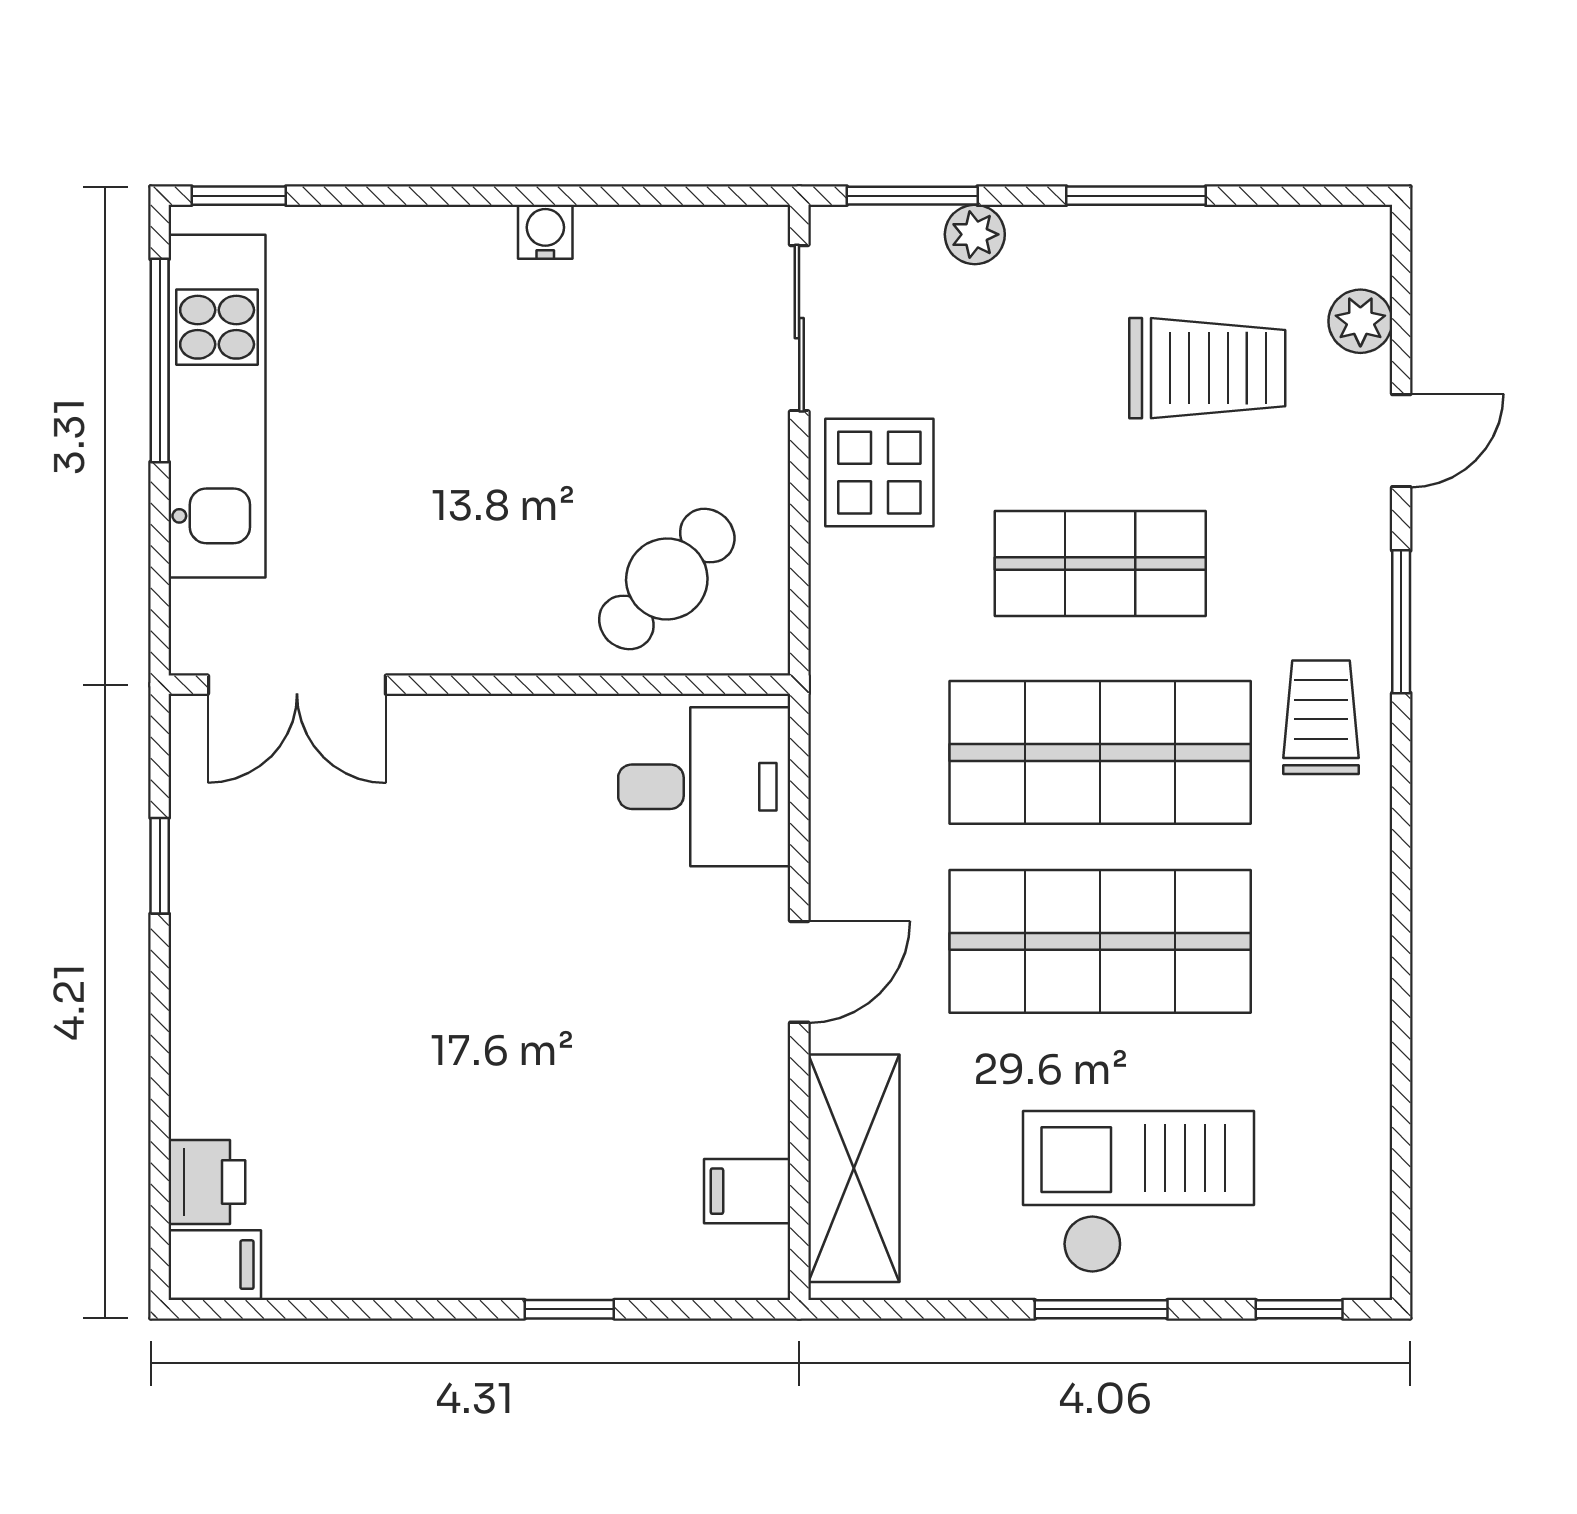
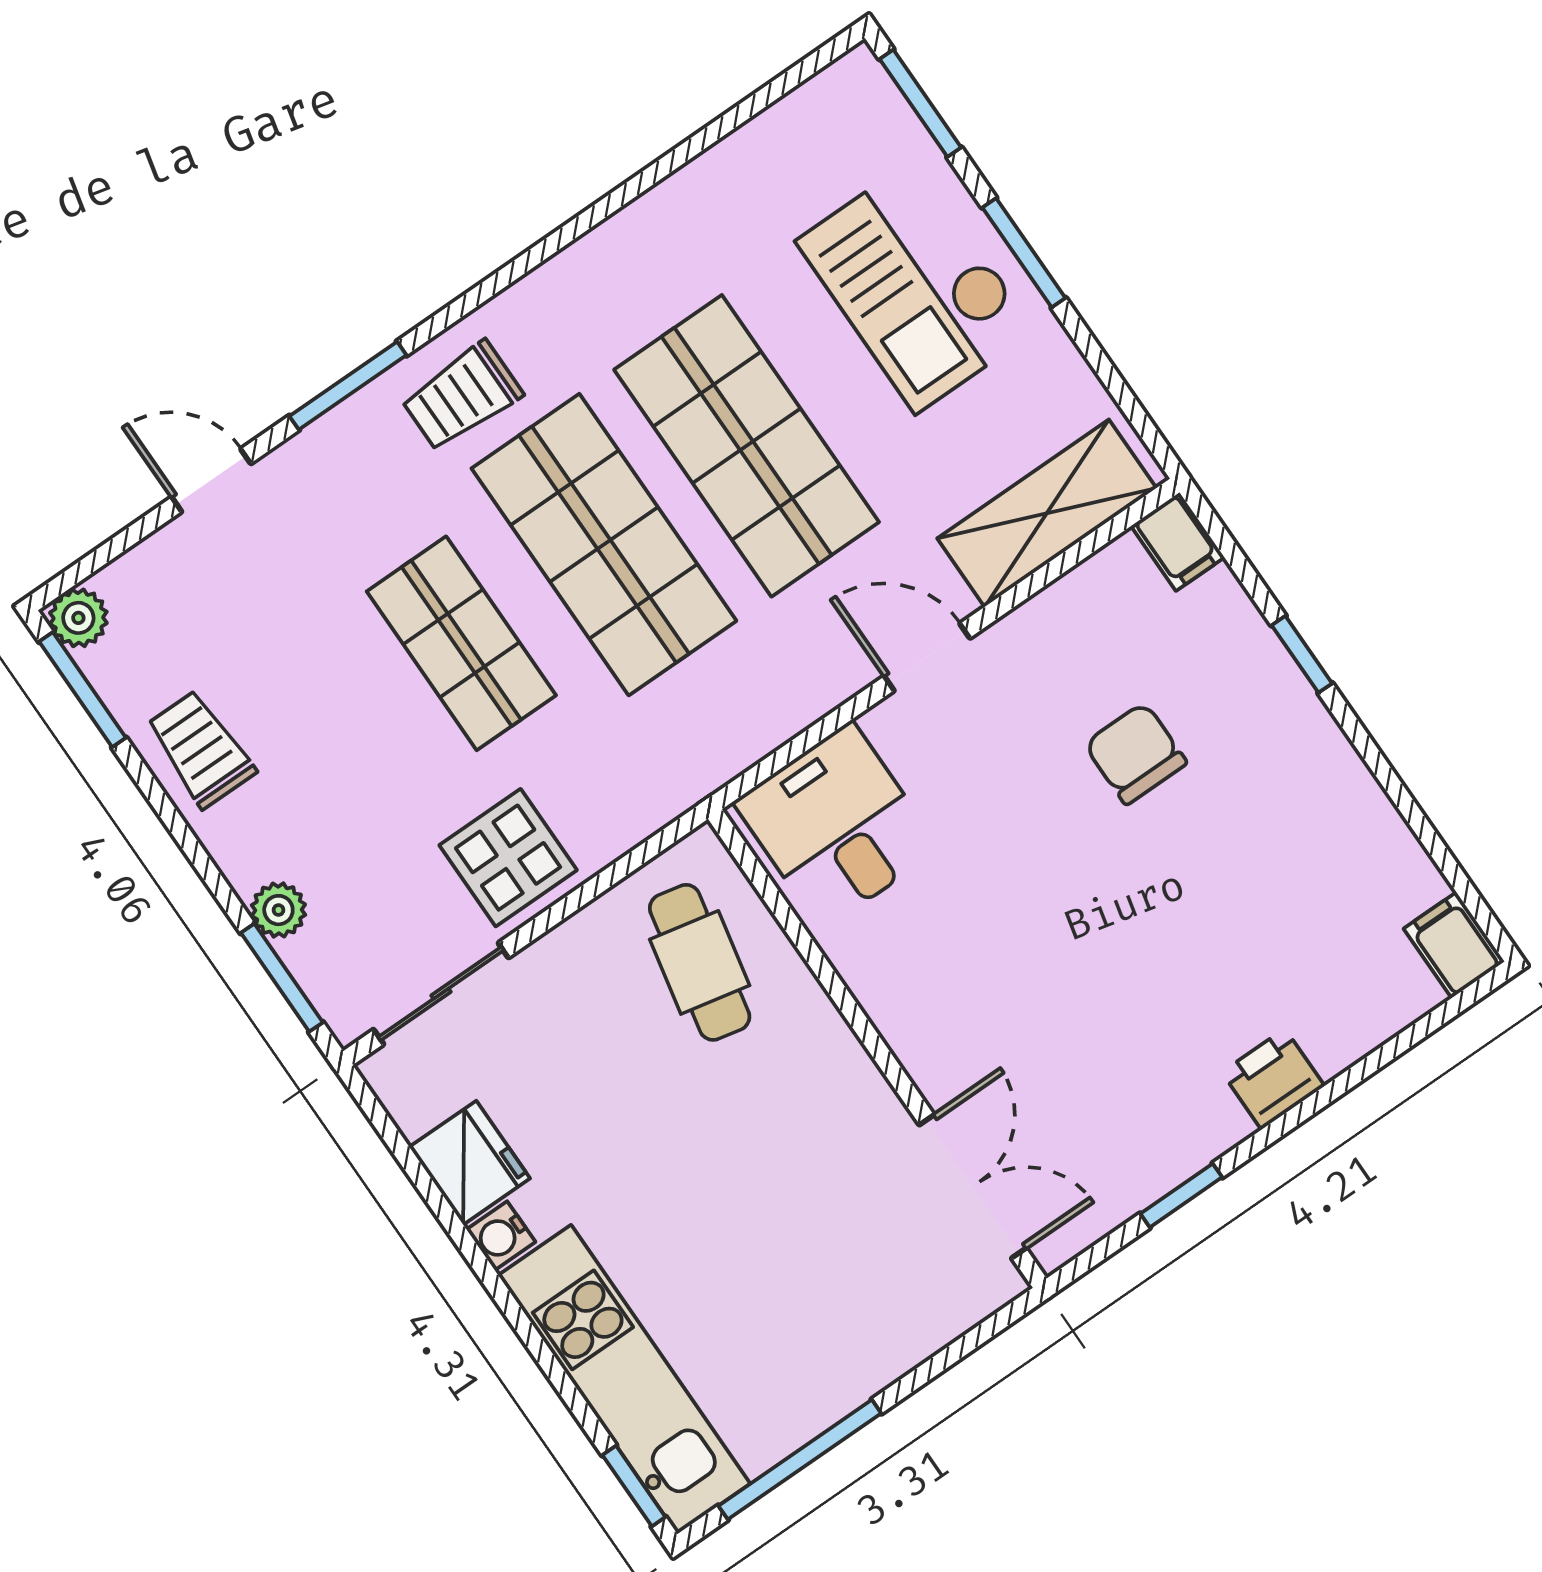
window: (1136, 196) -> (82, 690), moved
fridge: (630, 249) -> (470, 1163), added
plant: (1360, 321) -> (78, 618), moved
trolley: (1207, 368) -> (201, 749), moved, width x0.73, depth x0.72
kitchen unit: (217, 406) -> (624, 1379), moved, turned 90
cafe table: (667, 579) -> (700, 962), turned 59
chair: (584, 1099) -> (1135, 753), added
printer: (207, 1182) -> (1273, 1079), moved
filing cabinet: (747, 1191) -> (1178, 542), moved
window: (1299, 1309) -> (920, 103), width x1.50

